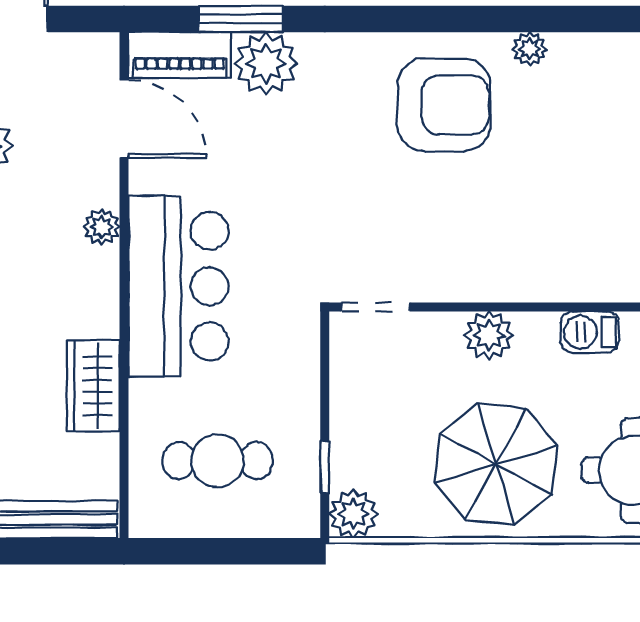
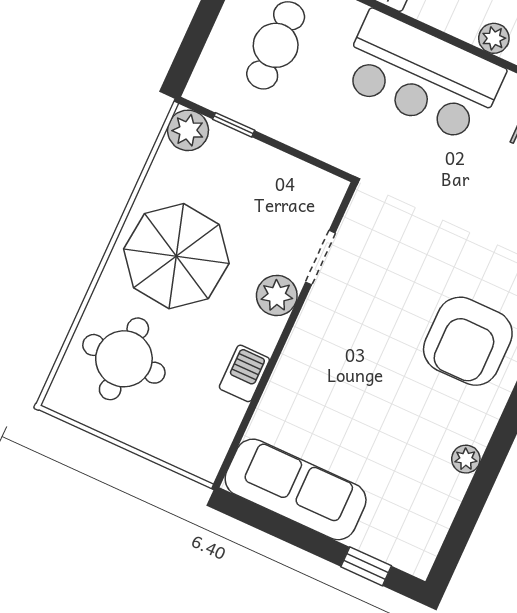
plant: (530, 49) -> (466, 459), moved
doorway: (375, 307) -> (320, 258), moved

